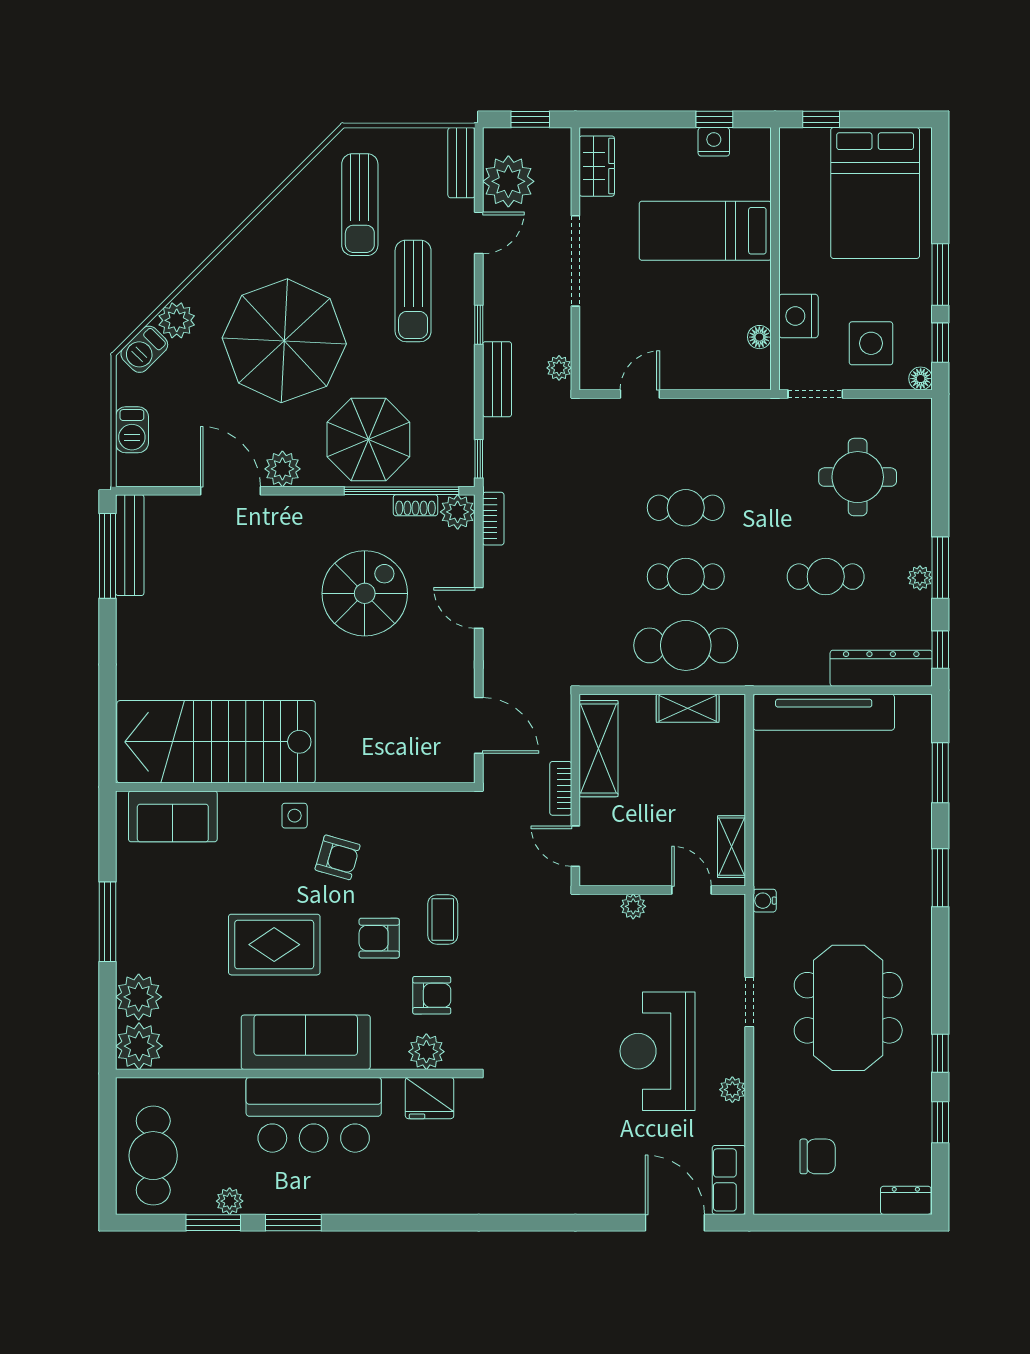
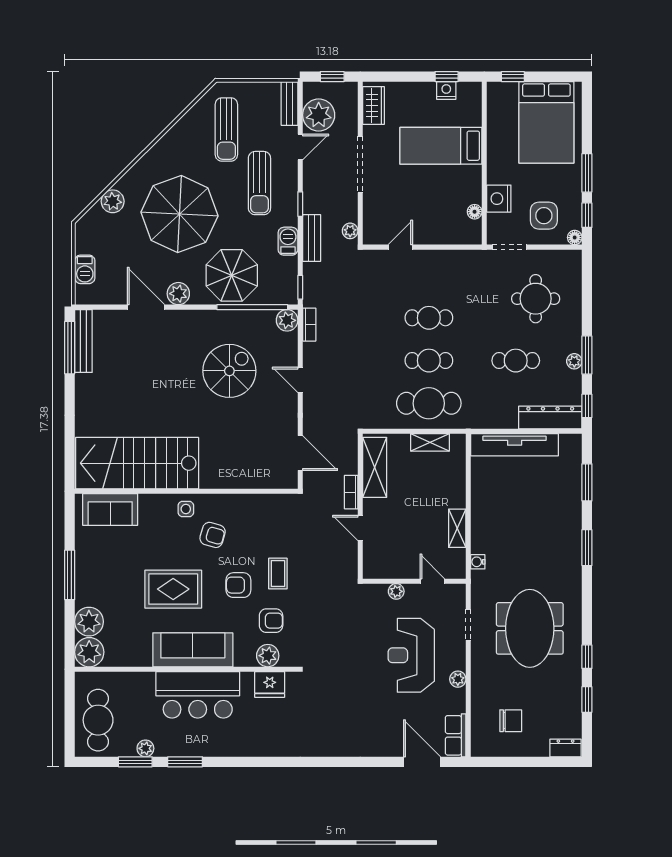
barbecue: (144, 349) -> (288, 241), moved, turned 135
shoe rack: (415, 505) -> (261, 316), removed
wall: (662, 890) -> (414, 581), moved
door: (691, 890) -> (432, 581), moved
plant: (633, 906) -> (396, 591), moved

